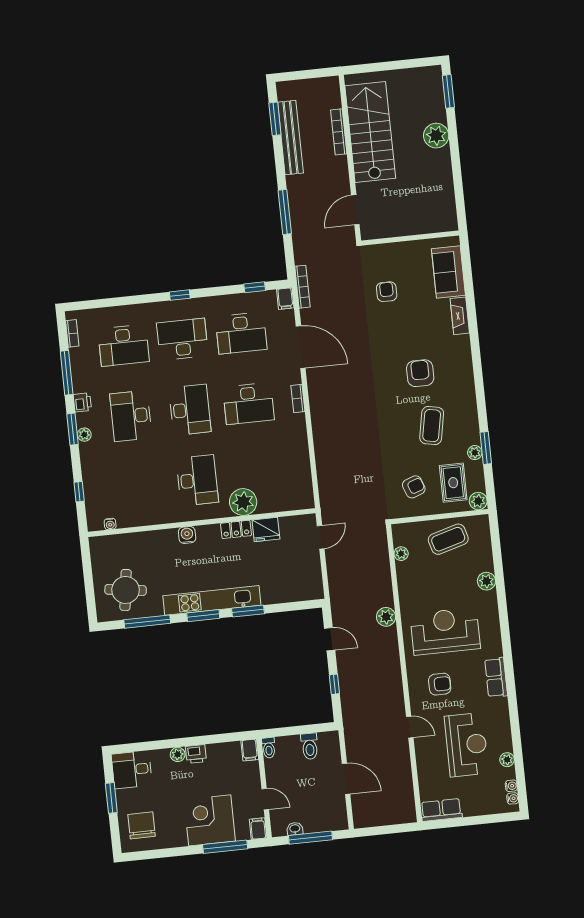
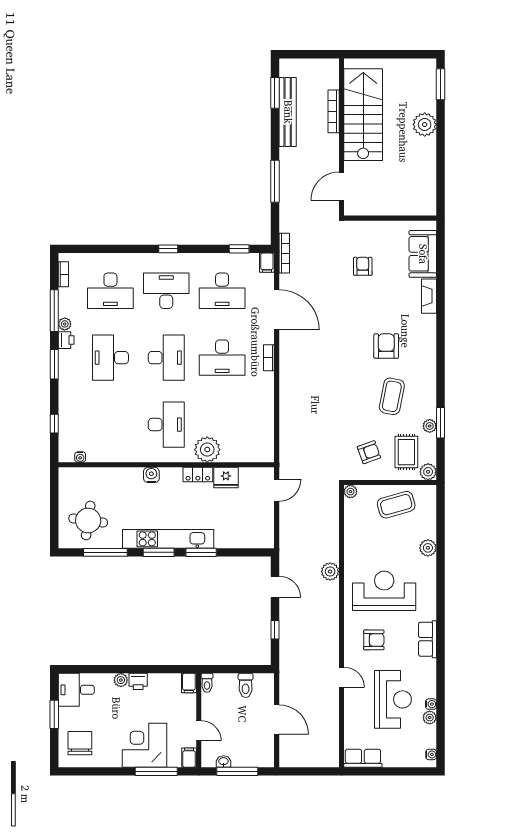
plant: (84, 435) -> (65, 324), moved
plant: (401, 554) -> (350, 492), moved
water cooler: (511, 786) -> (431, 704), moved

